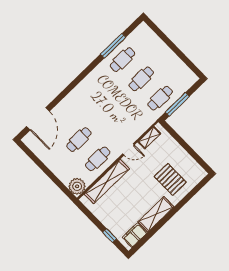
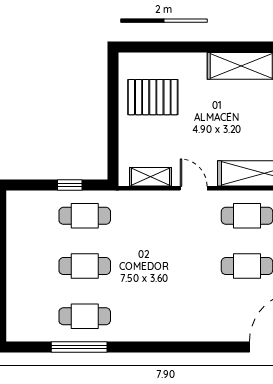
window: (177, 104) -> (70, 185), width x0.46
pallet: (170, 179) -> (153, 97), moved, turned 90

